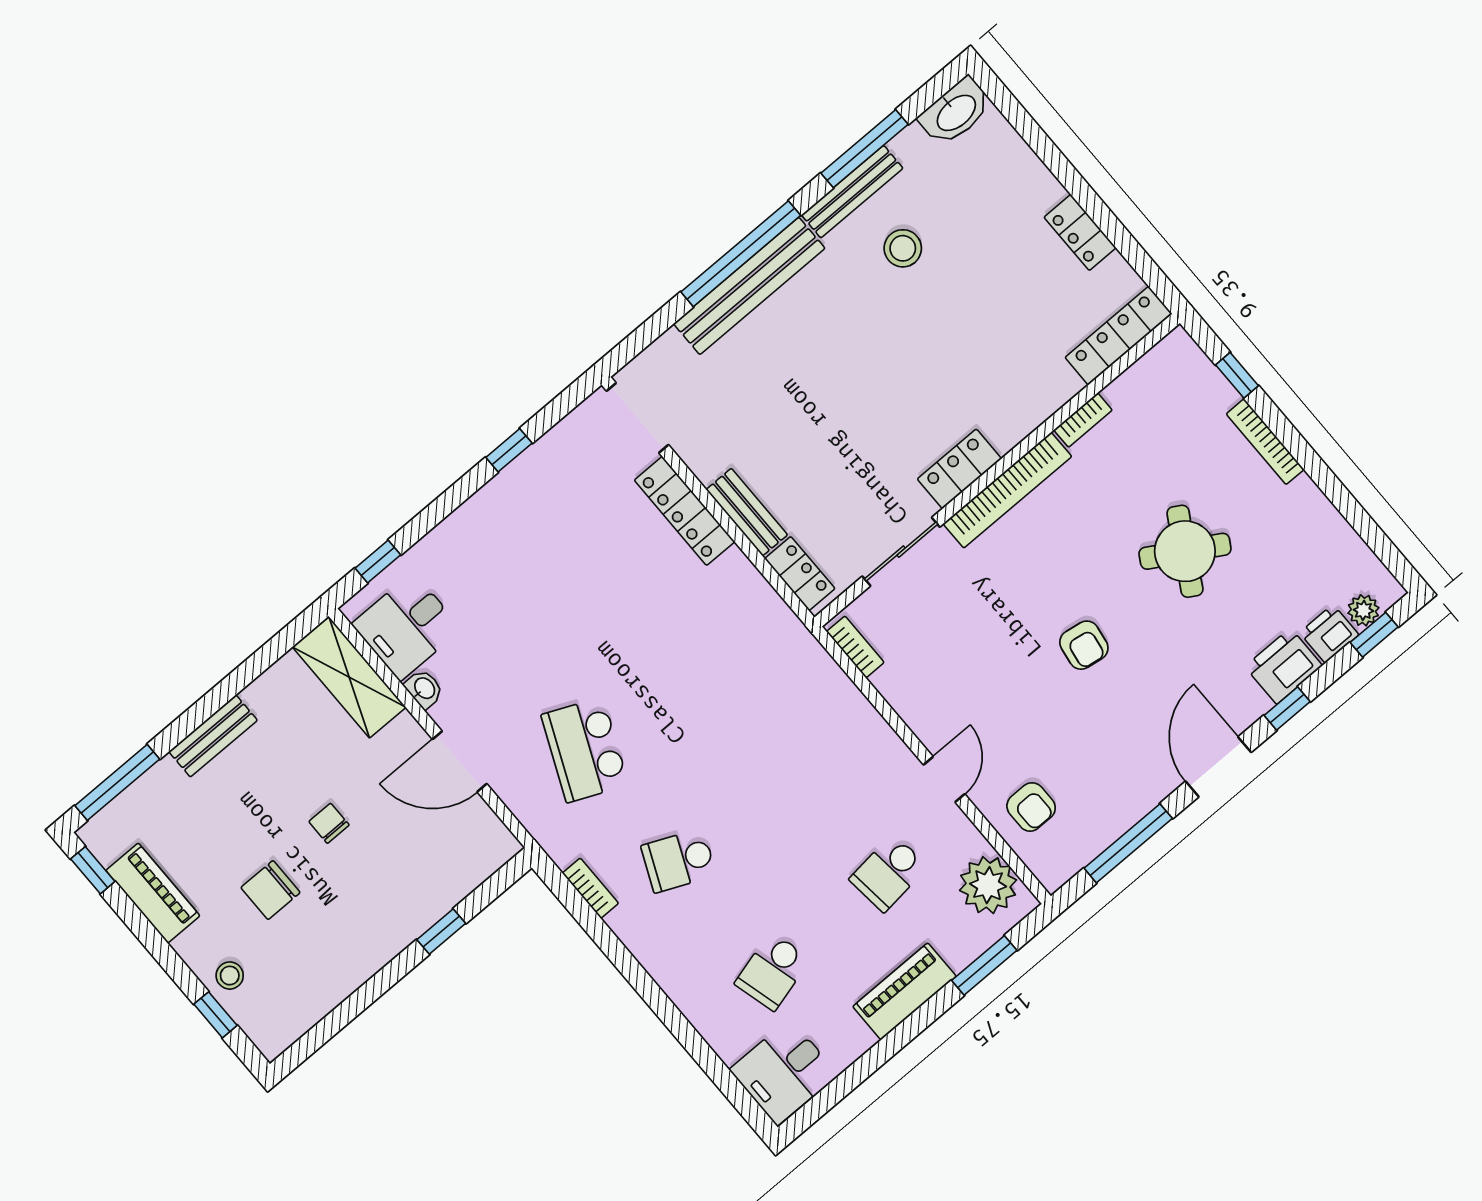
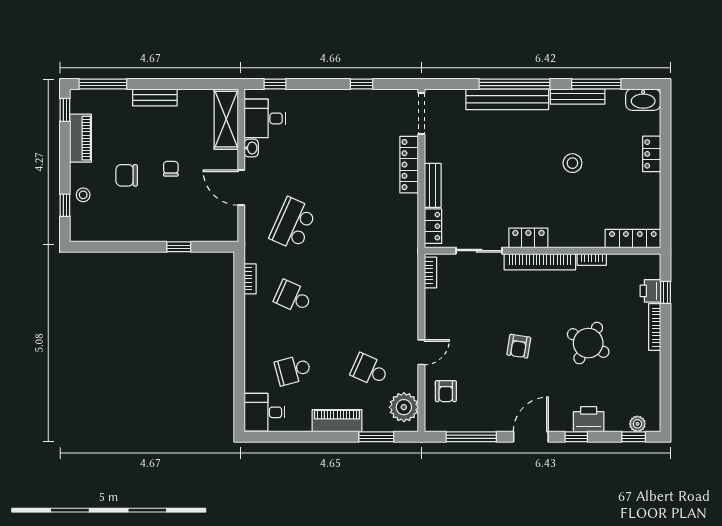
locker: (1080, 233) -> (652, 154), moved
stool: (903, 248) -> (572, 163), moved
printer: (1329, 634) -> (650, 291), moved, turned -90
school desk: (888, 873) -> (370, 370), turned 30

